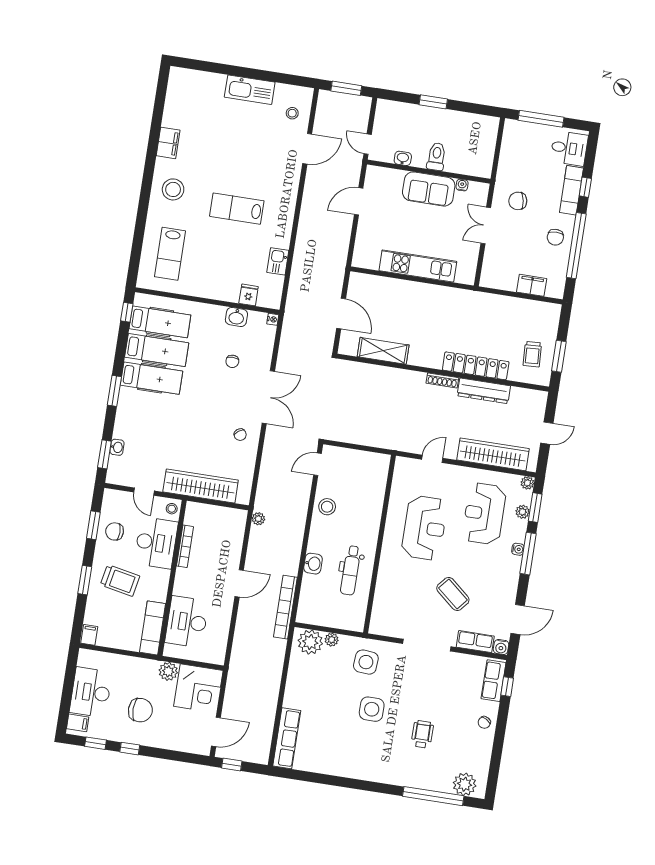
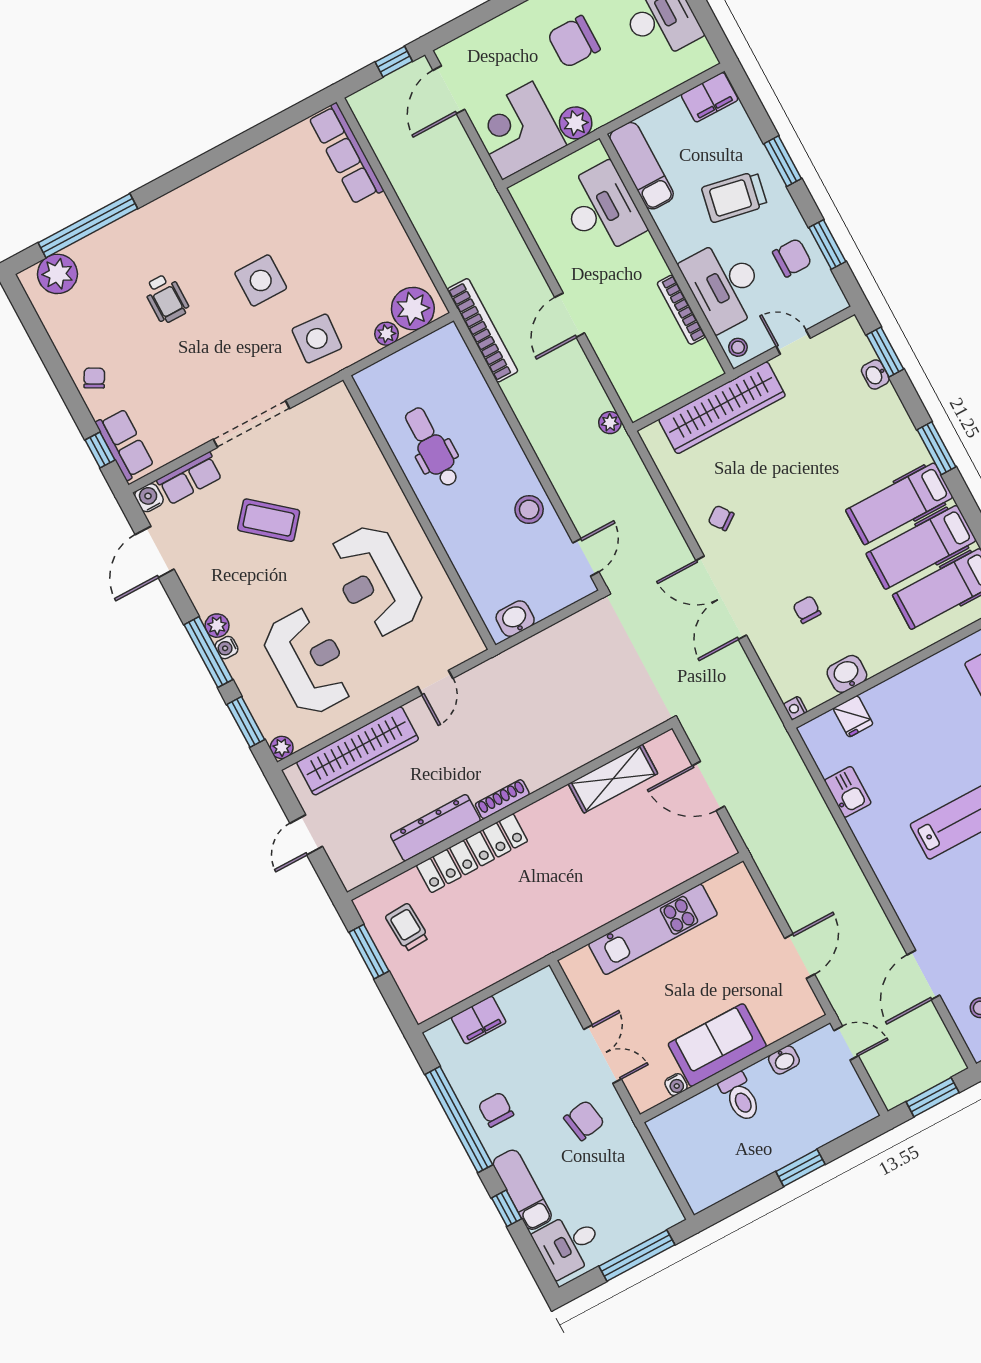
plant: (523, 512) -> (217, 626), moved
washbasin: (313, 564) -> (515, 619), moved, turned 90
filing cabinet: (89, 635) -> (710, 97), width x2.00

